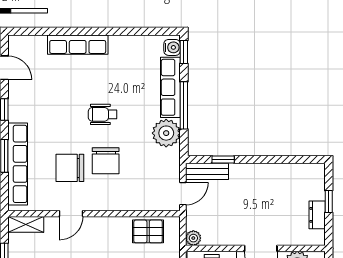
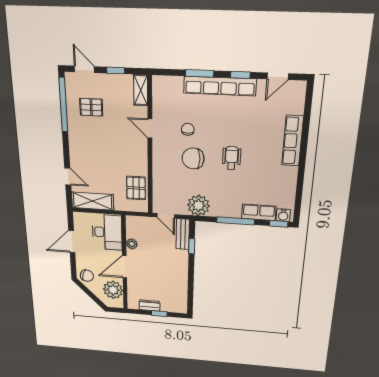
row of seats: (170, 87) -> (259, 212), width x0.68
plant: (166, 133) -> (199, 205), moved
row of seats: (18, 164) -> (220, 86), moved
chair: (70, 168) -> (188, 129), width x0.54, depth x0.54
plant: (193, 238) -> (132, 244), moved

